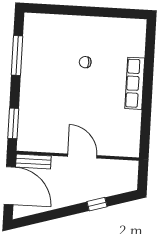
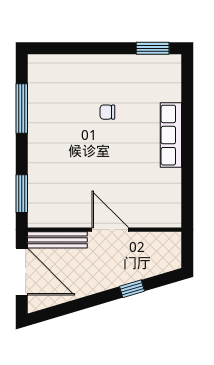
window: (124, 13) -> (153, 48), added
bench: (33, 161) -> (57, 240), width x1.36

